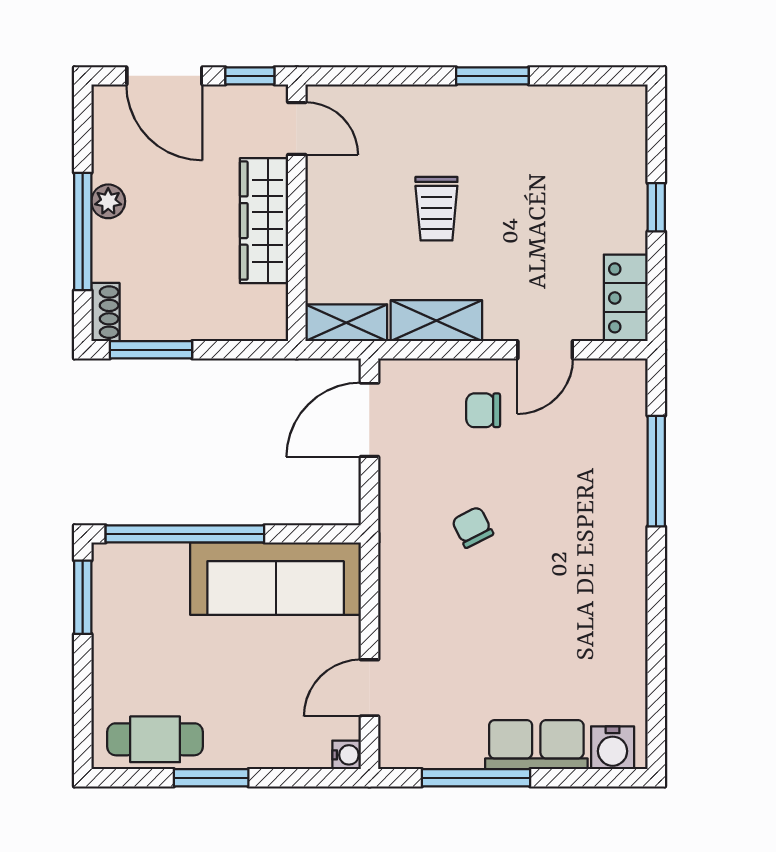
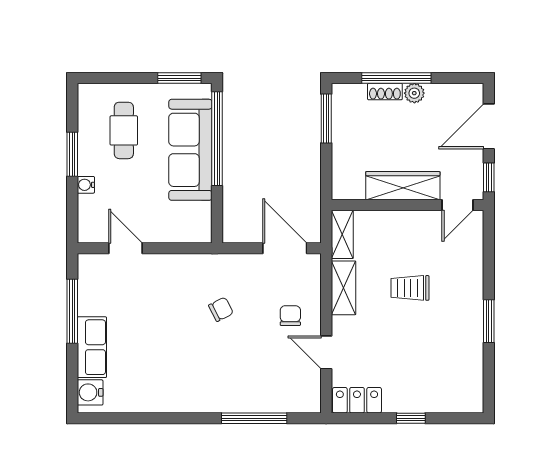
shoe rack: (105, 312) -> (385, 92), moved
sofa: (276, 579) -> (190, 150), moved
cafe table: (155, 739) -> (124, 130), moved
water cooler: (347, 755) -> (86, 185), moved, turned 90

